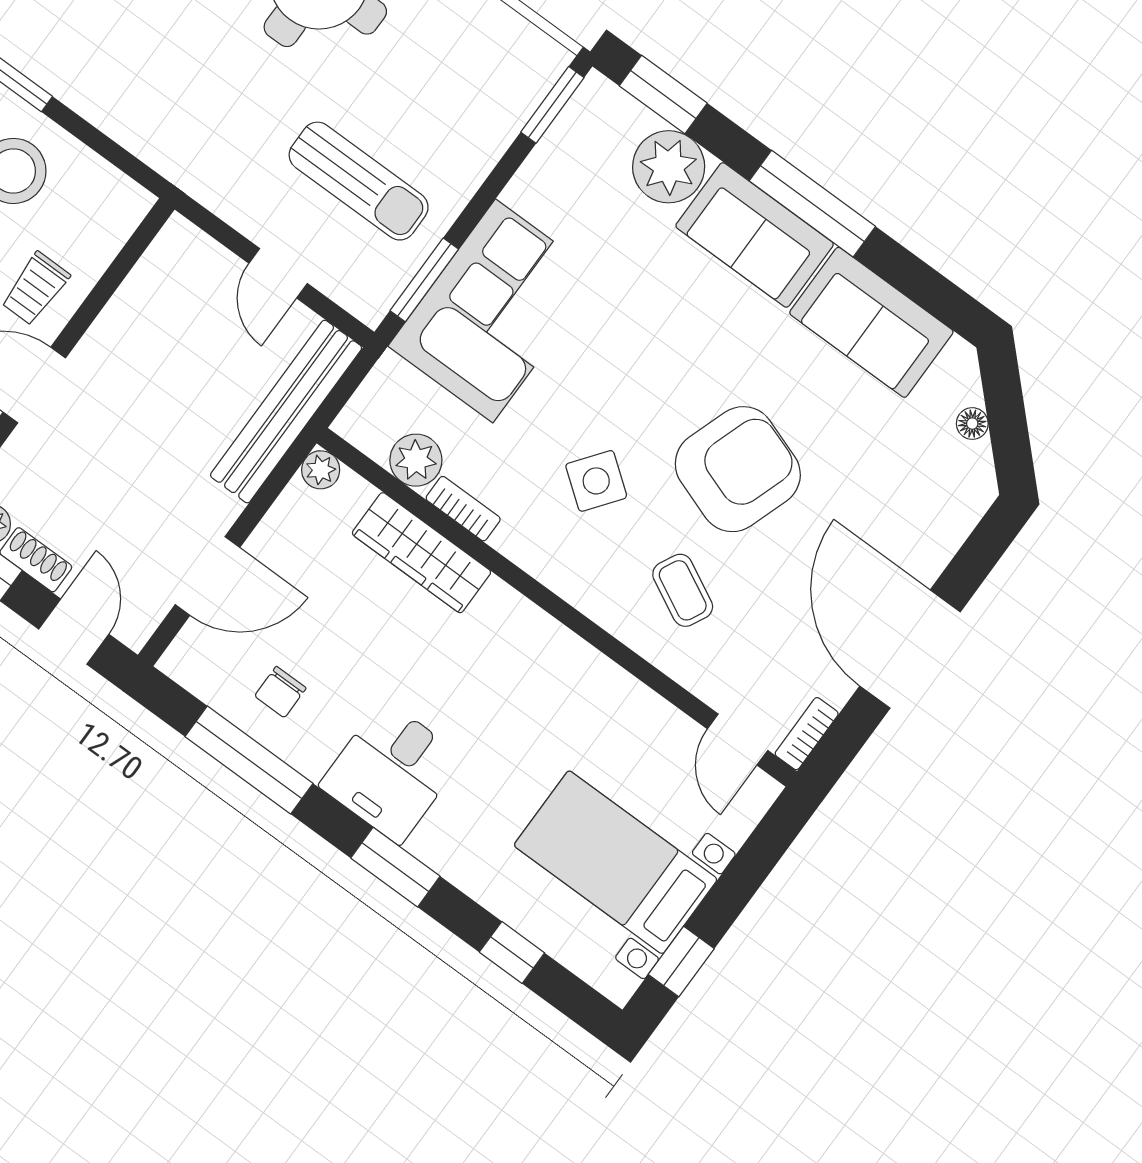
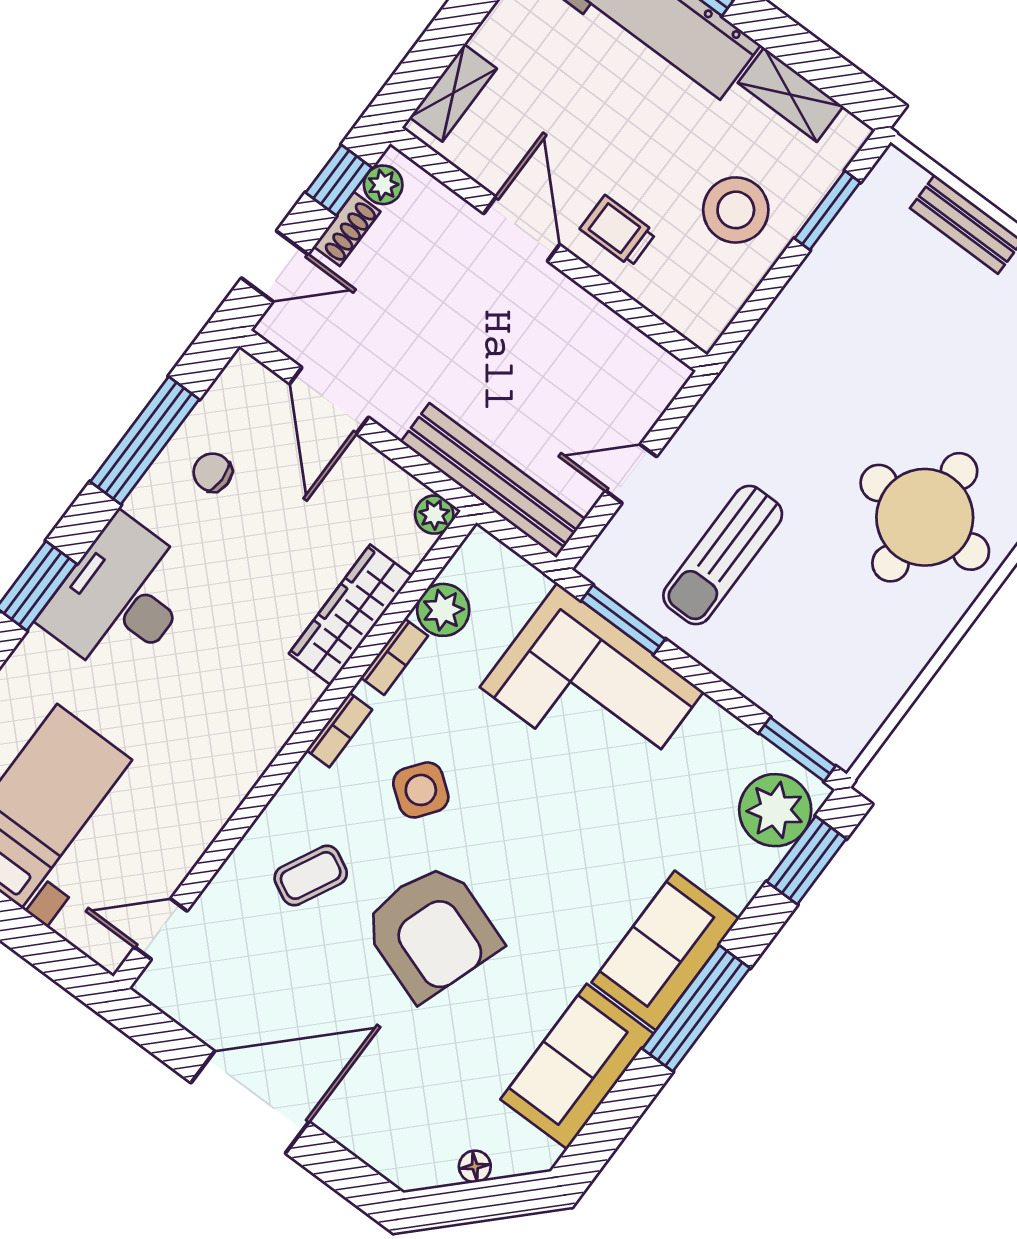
plant: (669, 167) -> (775, 810), moved
bookcase: (807, 734) -> (339, 730), moved, turned 90
desk: (391, 772) -> (121, 598), width x1.37

